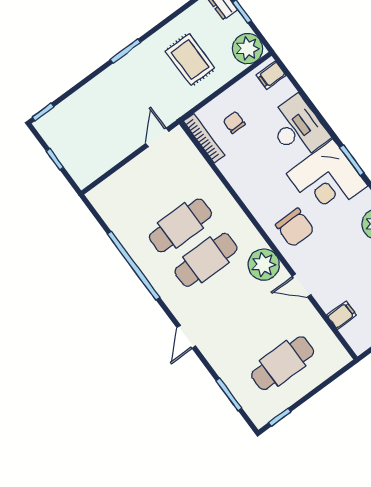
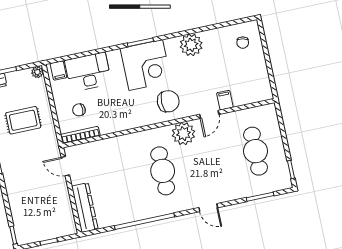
plant: (248, 49) -> (37, 72), width x0.53, depth x0.53
desk: (297, 128) -> (88, 72), moved
dresser: (117, 185) -> (85, 208), added
cafe table: (180, 225) -> (132, 177), removed
filing cabinet: (342, 315) -> (225, 100), moved

